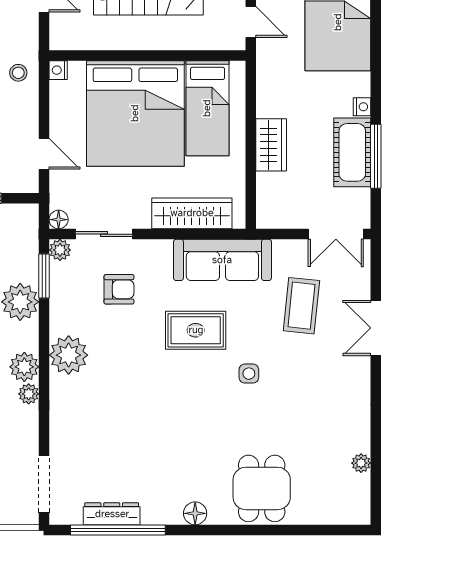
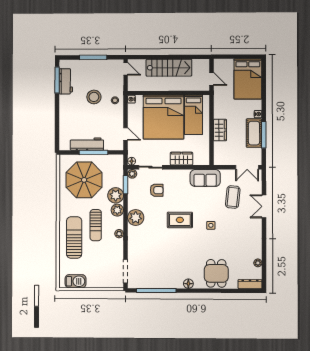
wardrobe: (192, 213) -> (181, 159), width x0.67
sofa: (222, 260) -> (205, 178), width x0.73
rug: (196, 330) -> (180, 220), moved
plant: (24, 367) -> (117, 210), moved
dresser: (112, 514) -> (250, 284), moved

